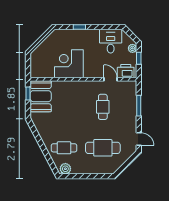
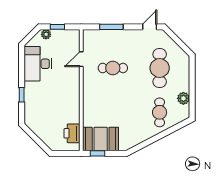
desk: (111, 41) -> (38, 64), width x1.37
corner desk: (69, 64) -> (64, 107), removed
printer: (126, 71) -> (72, 133), moved
plant: (65, 169) -> (183, 98), moved

